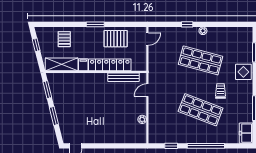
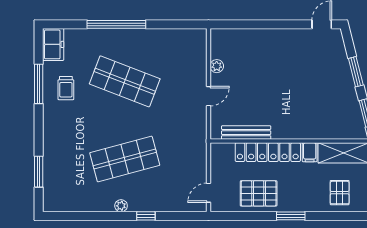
shop shelf: (201, 60) -> (125, 159), turned -30
display table: (243, 72) -> (57, 141), removed
door: (147, 90) -> (208, 96), moved
trolley: (221, 91) -> (66, 88), moved
window: (171, 146) -> (171, 24), removed

